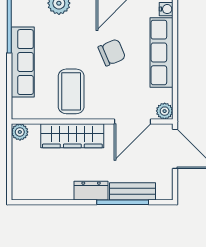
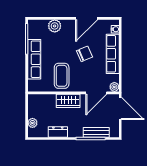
plant: (20, 132) -> (32, 123), moved
wardrobe: (72, 136) -> (68, 101), width x0.67
dresser: (91, 191) -> (58, 132), moved

